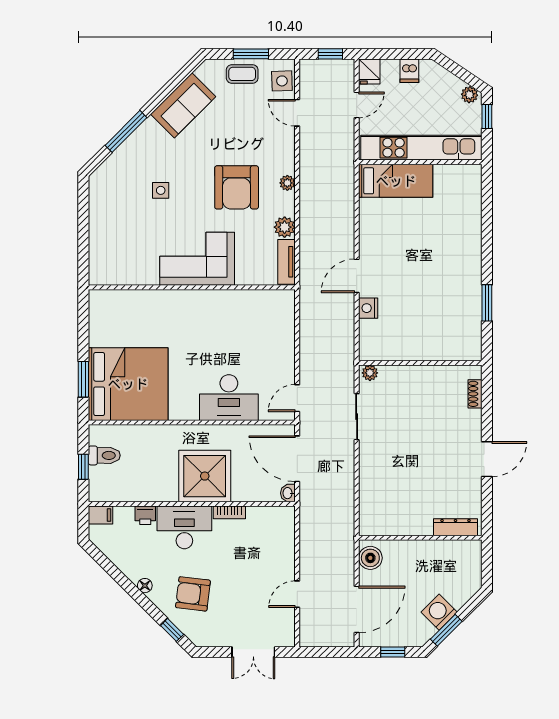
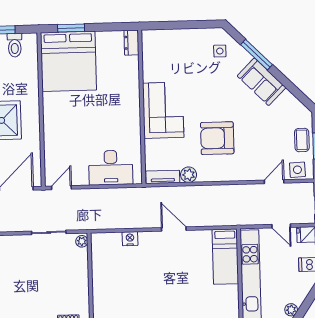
sofa: (183, 105) -> (262, 82), moved
plant: (287, 183) -> (222, 176), removed
side table: (161, 190) -> (220, 51), moved
door: (357, 276) -> (174, 229), moved
dresser: (105, 299) -> (131, 43), added
desk: (229, 398) -> (111, 168), moved, turned -90
door: (297, 398) -> (61, 188), hinge flipped

